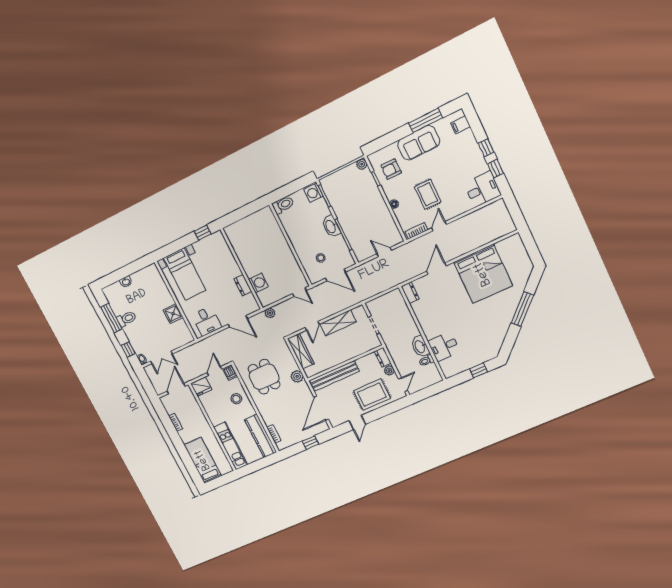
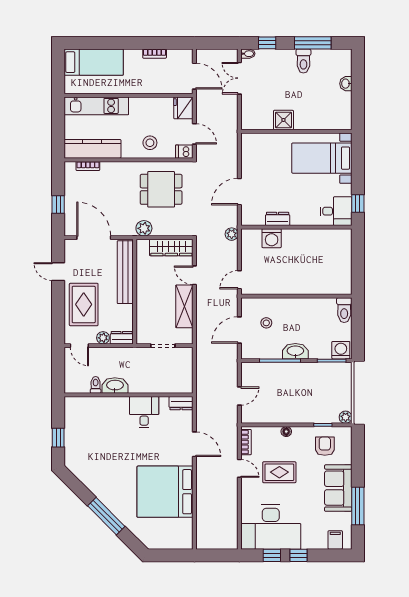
desk: (482, 189) -> (271, 527), width x1.87, depth x1.30
desk: (207, 321) -> (336, 211), moved, turned 180
desk: (444, 346) -> (144, 412), moved

